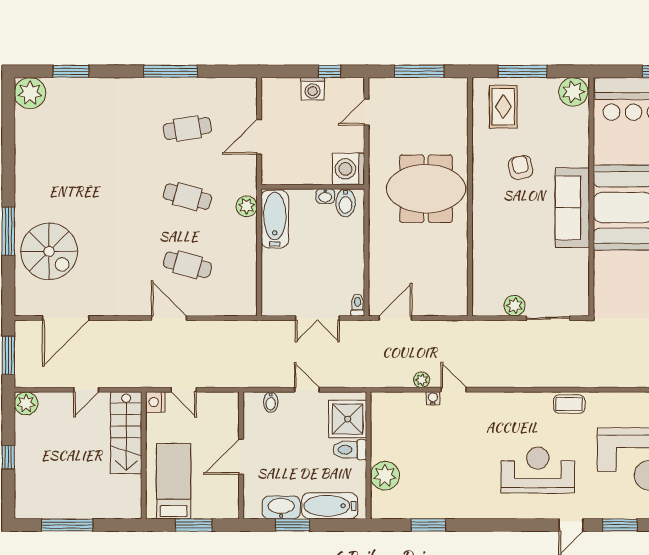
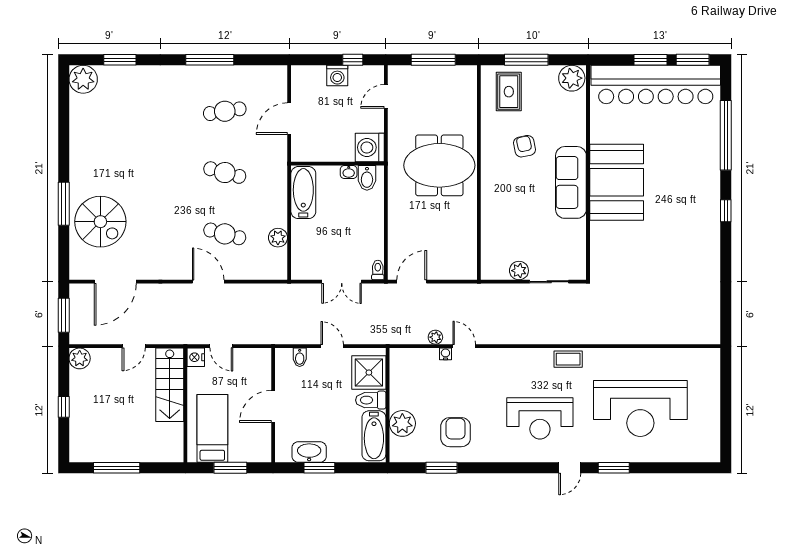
plant: (247, 206) -> (278, 238), moved
reception desk: (538, 470) -> (540, 418), turned 180
armchair: (444, 485) -> (456, 432), added
bathtub: (330, 506) -> (374, 436), moved, turned -90

